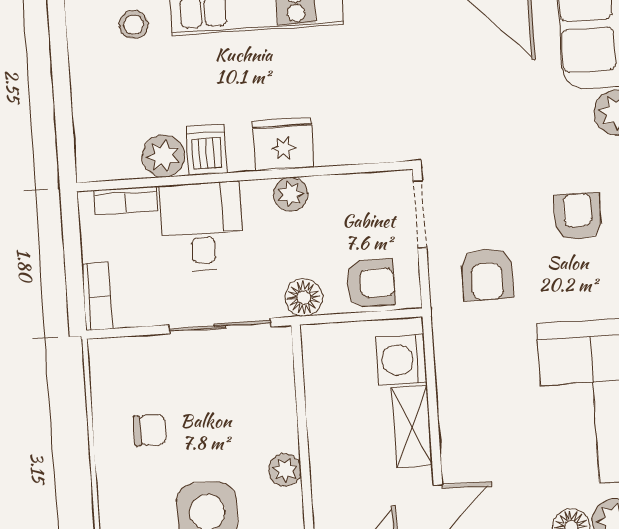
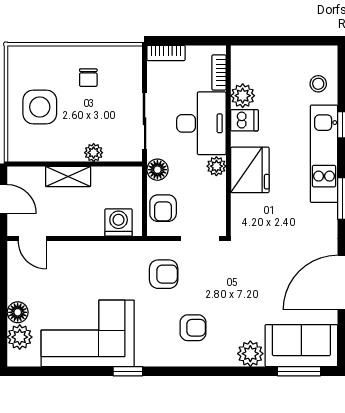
fridge: (283, 144) -> (250, 170), width x1.36, depth x1.34
desk: (202, 227) -> (201, 123), width x1.37
armchair: (487, 274) -> (164, 274), turned 180
shelving: (412, 426) -> (68, 177), moved
plant: (285, 470) -> (94, 153), moved

